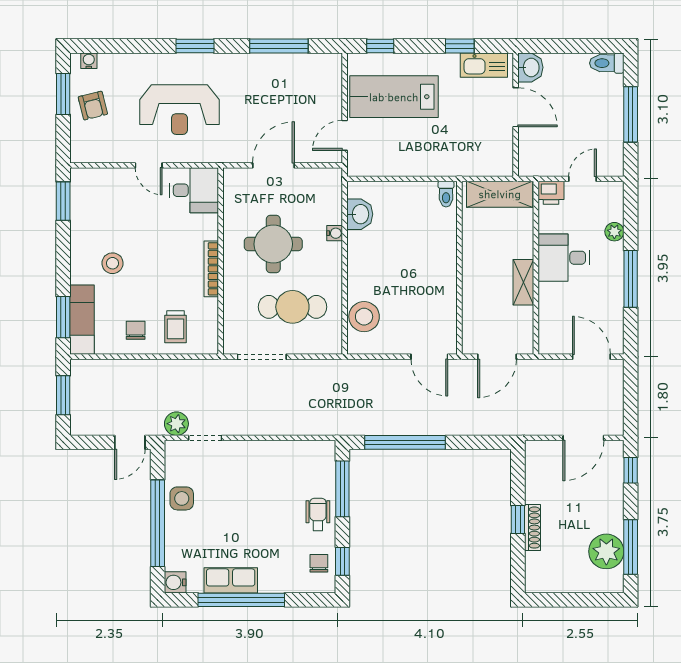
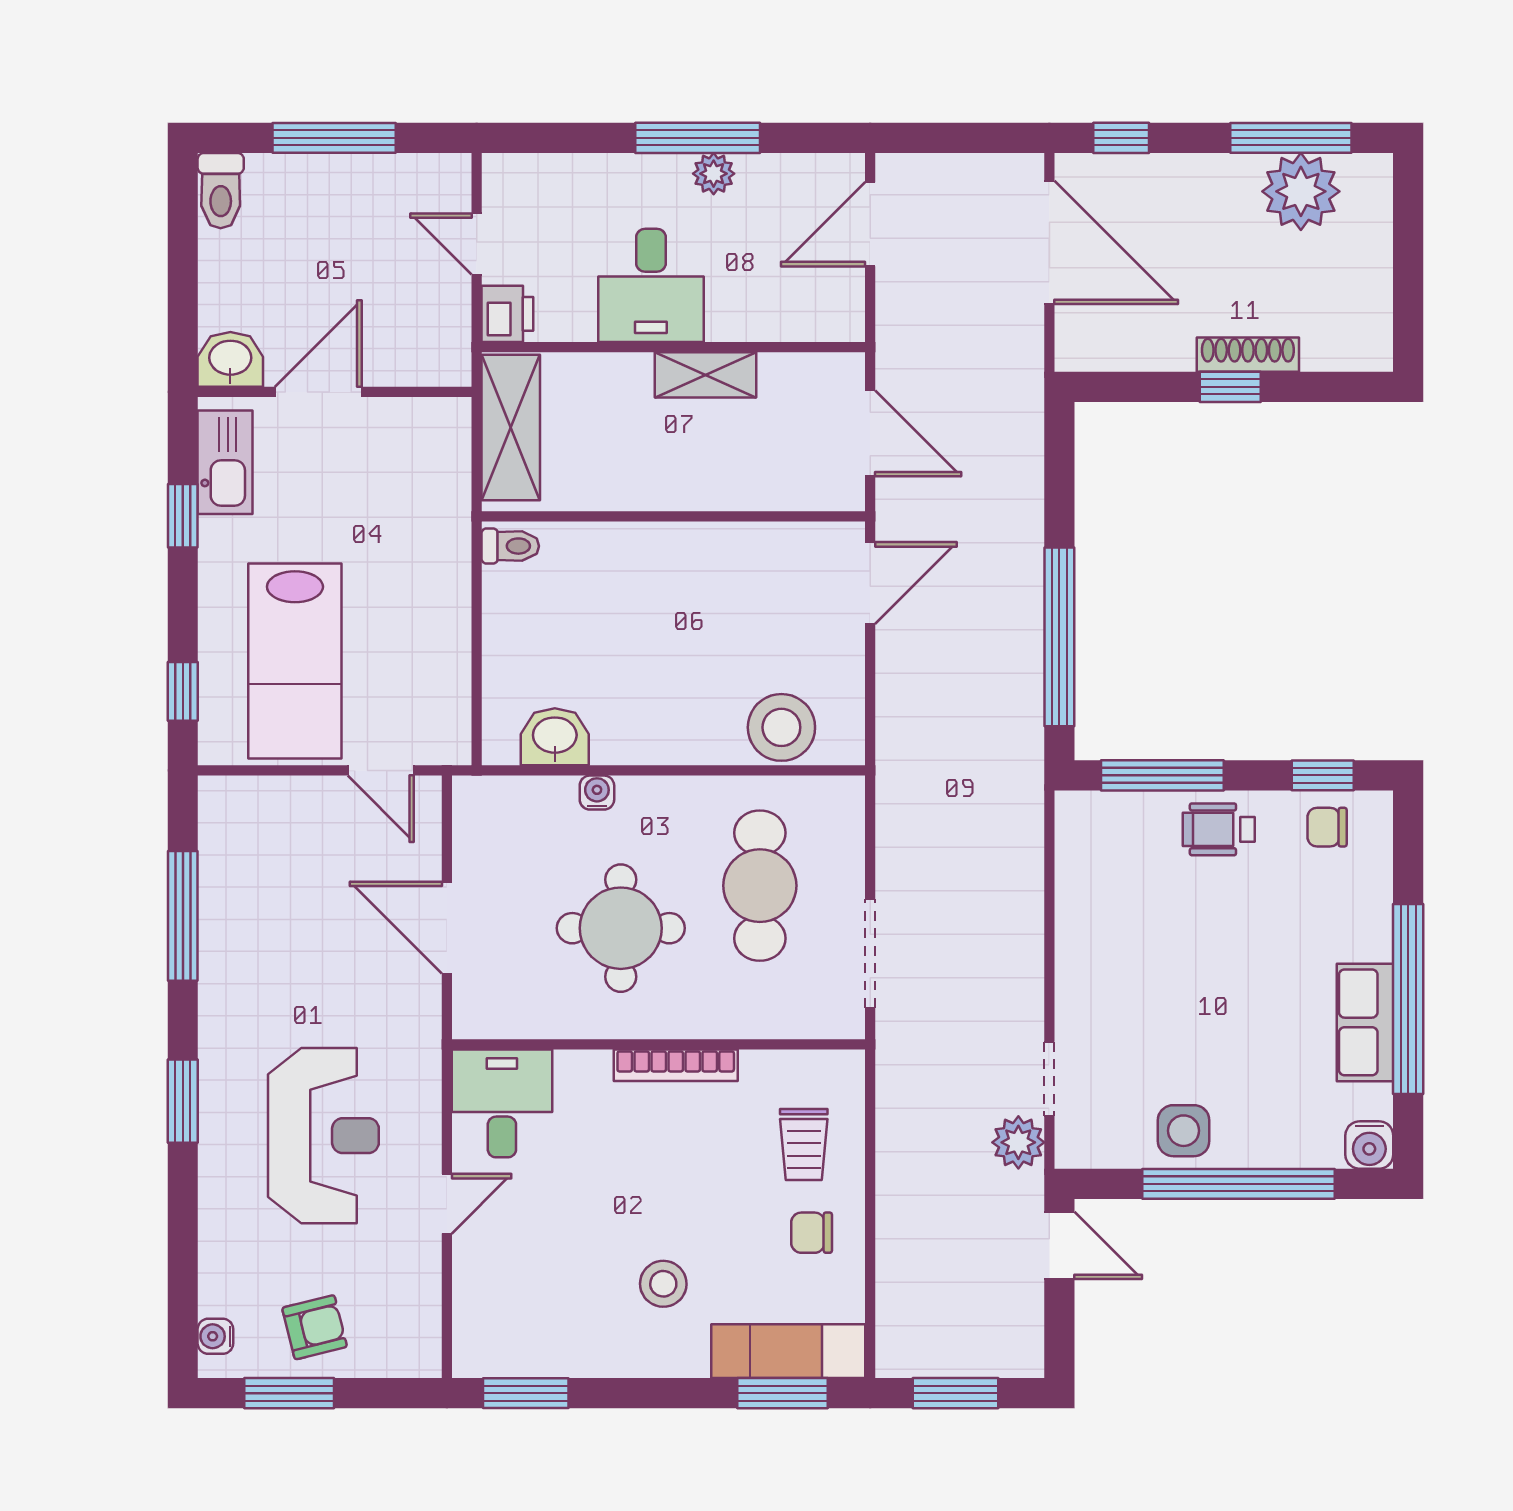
plant: (614, 232) -> (714, 174), moved
trolley: (175, 327) -> (804, 1145), turned 90
door: (583, 438) -> (1049, 242), width x1.36

